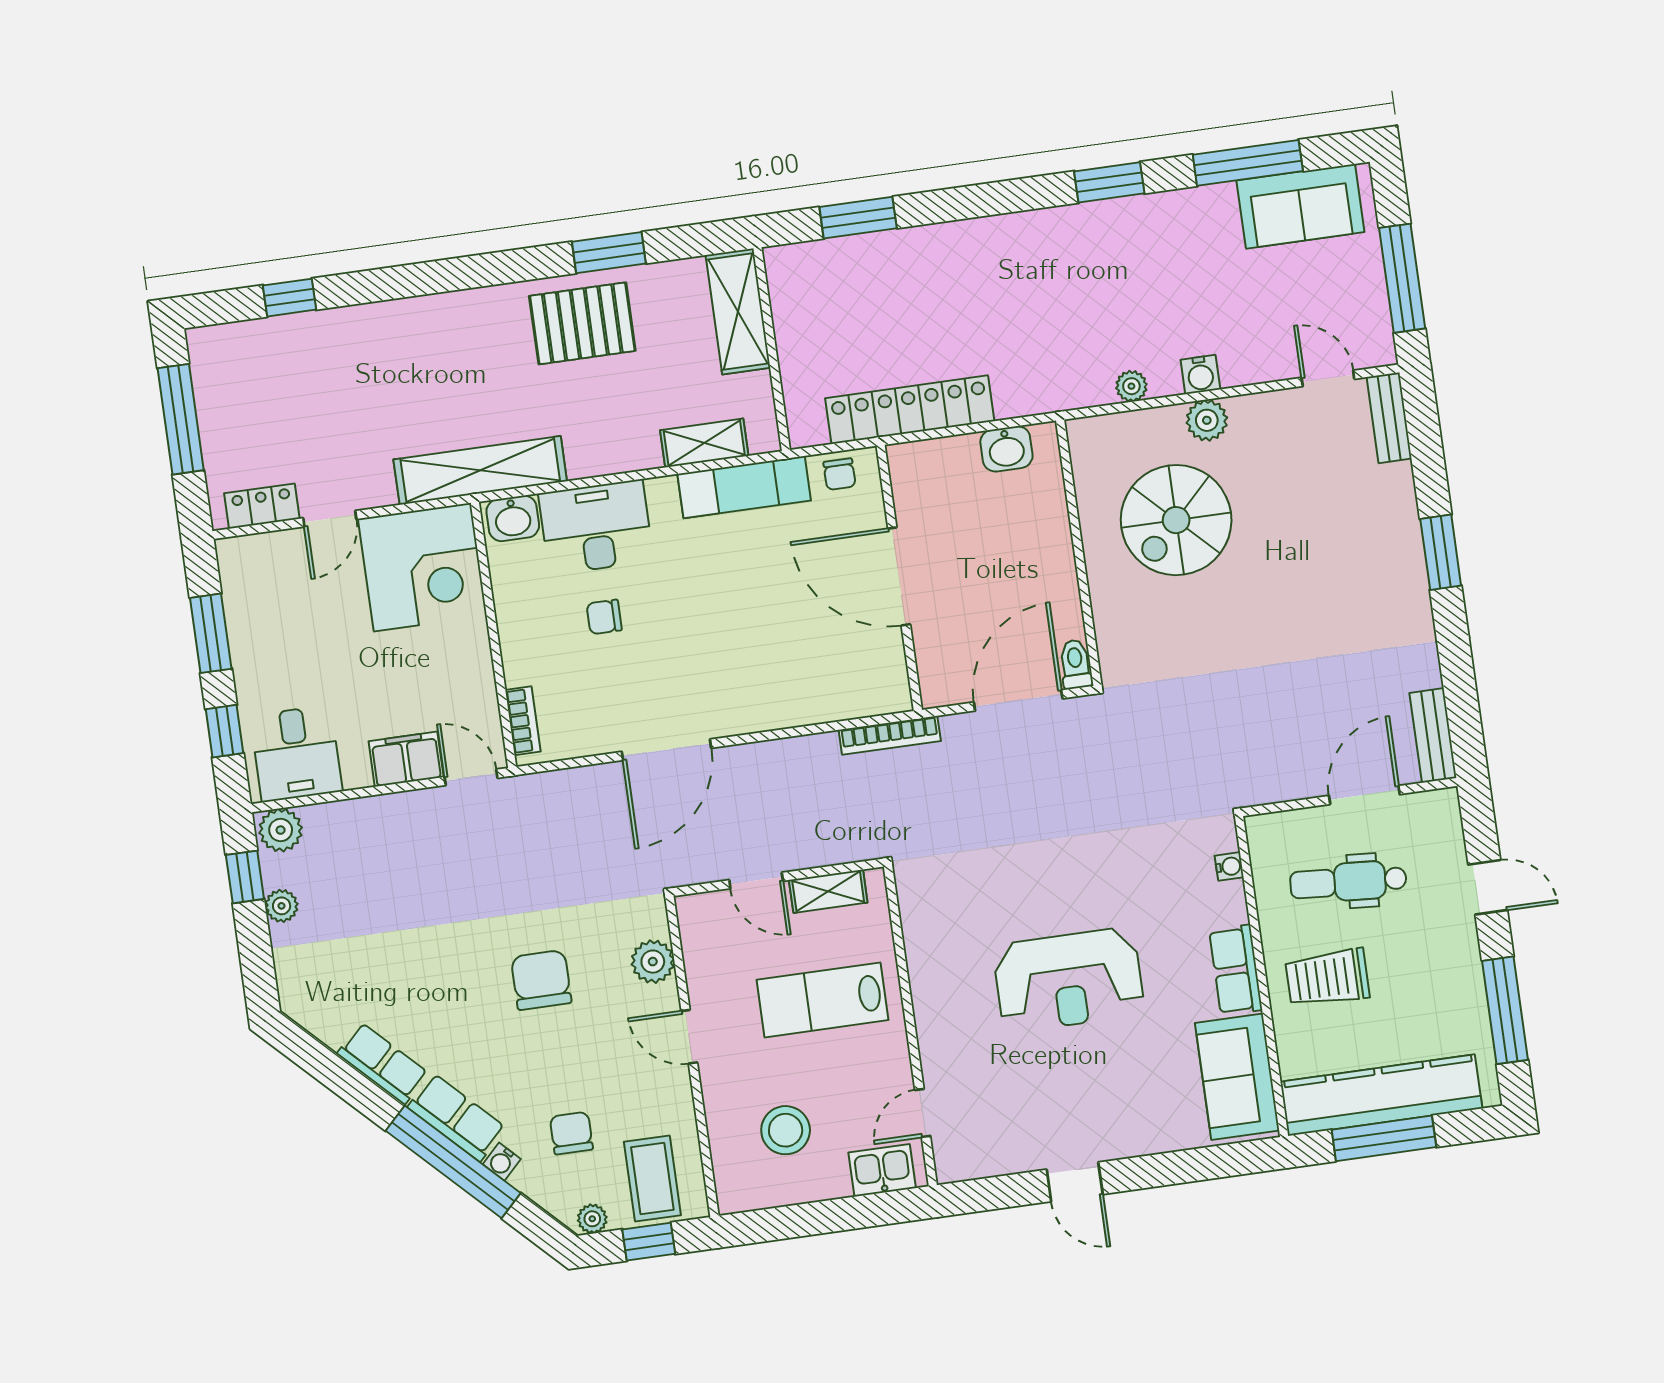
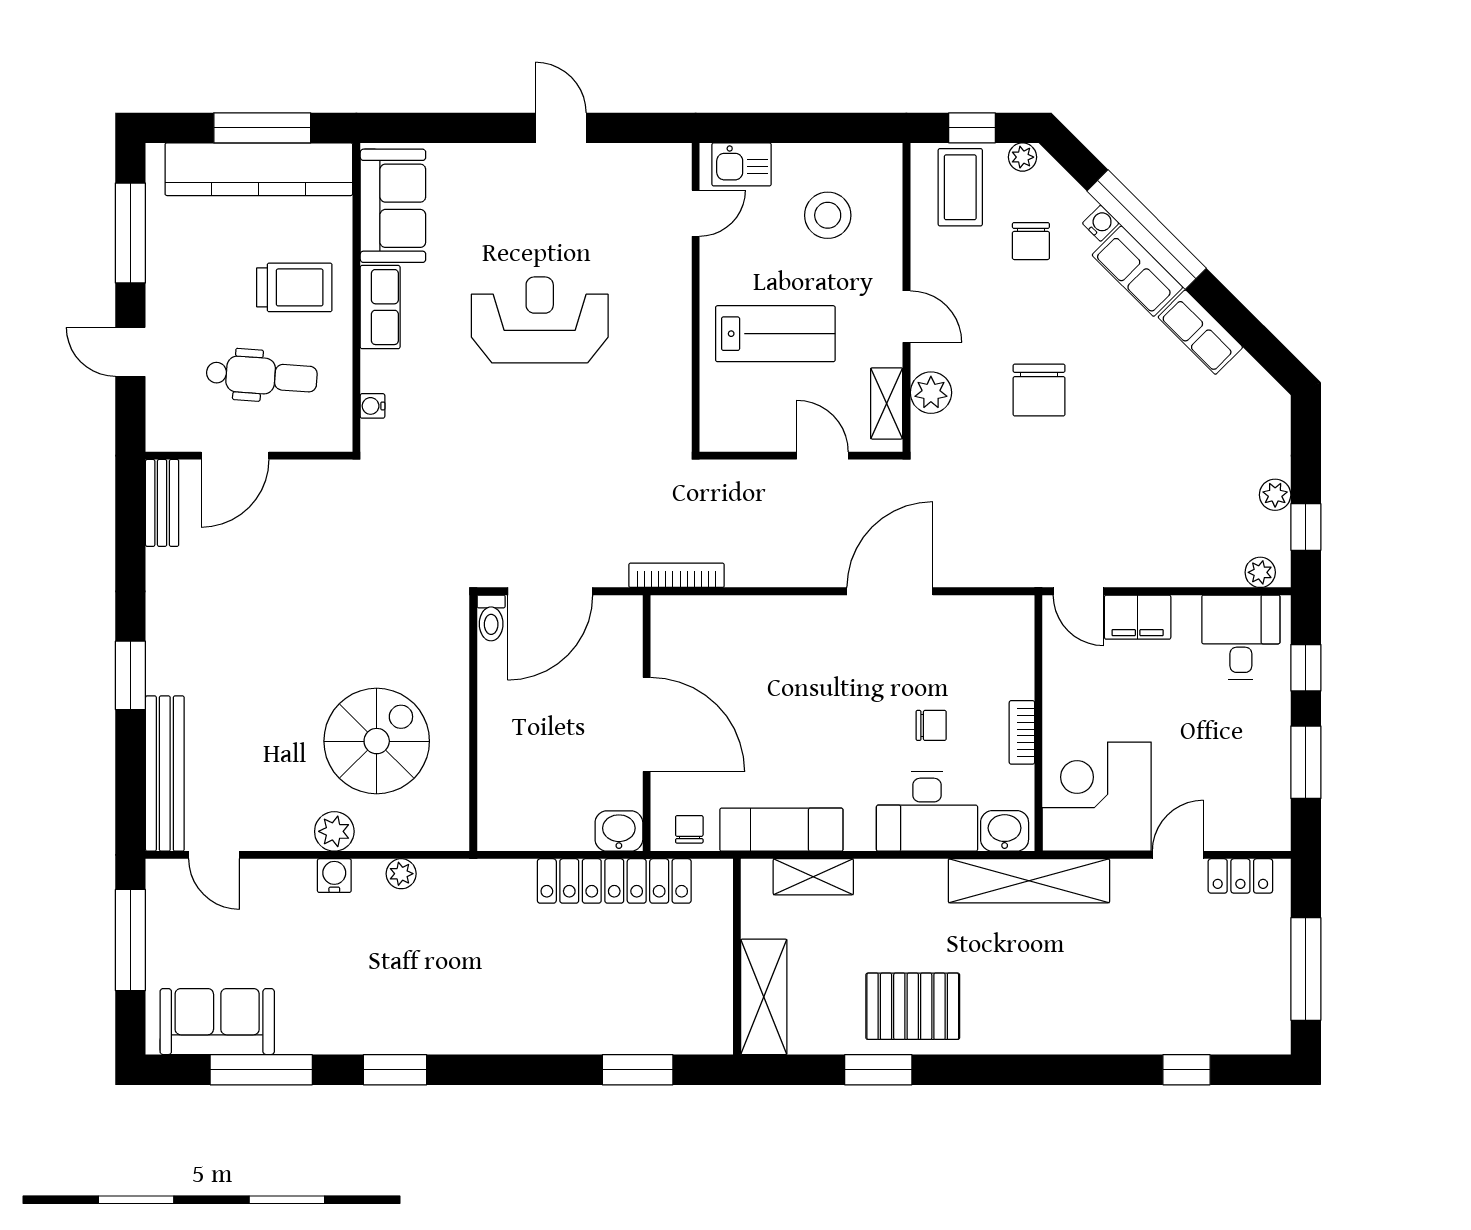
bench: (1389, 418) -> (165, 774), width x1.86, depth x1.21
washbasin: (1006, 449) -> (619, 831), moved
bookcase: (523, 721) -> (1022, 732), moved
plant: (281, 830) -> (1260, 572), width x0.73, depth x0.73
shelving: (828, 891) -> (887, 403), moved, turned 90

